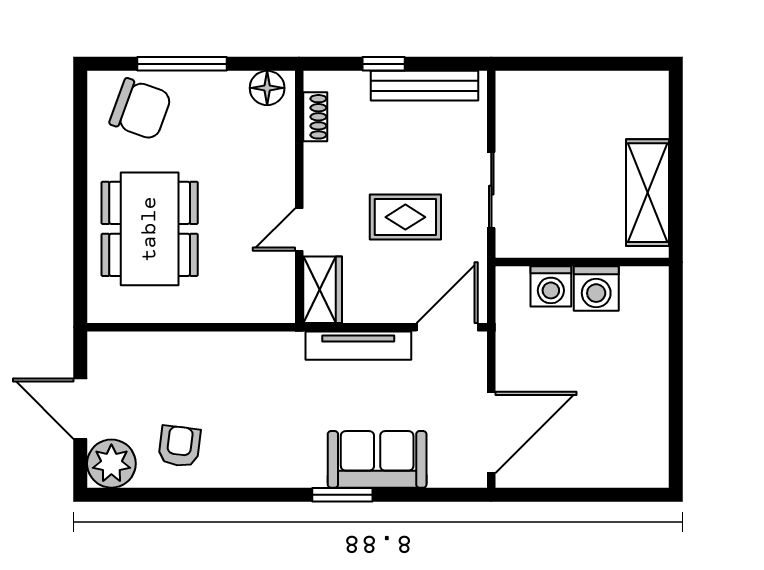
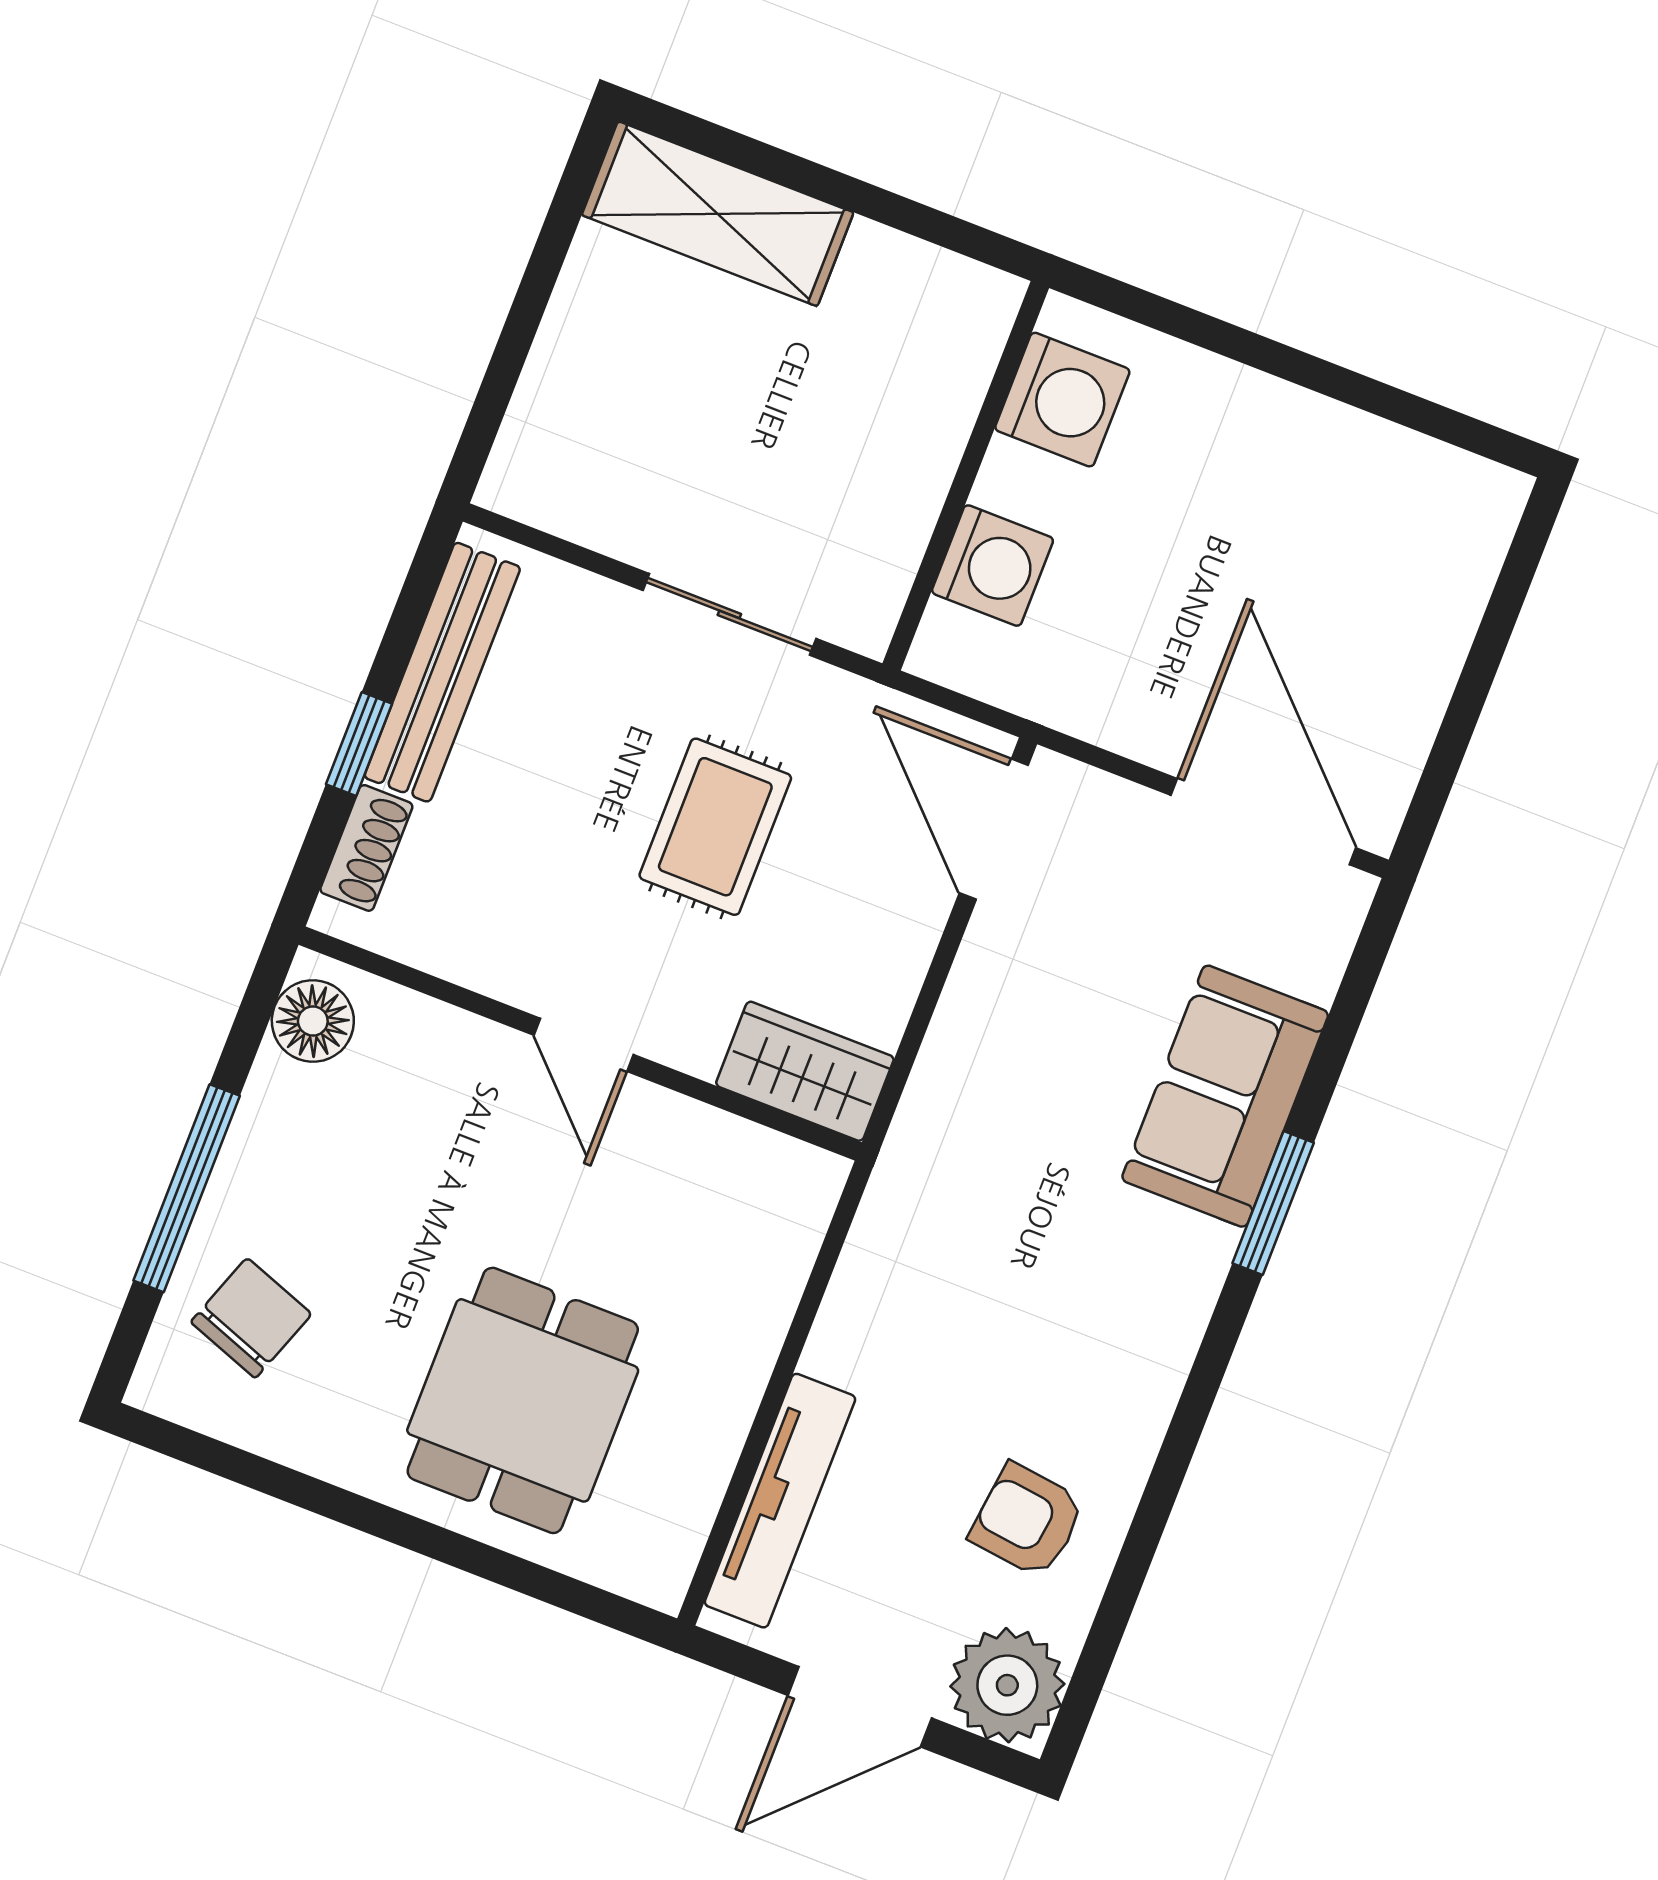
chair: (141, 109) -> (251, 1318), width x0.73, depth x0.73
shoe rack: (315, 117) -> (366, 848), moved, turned 90
shelving: (648, 193) -> (718, 214), moved
dining table: (150, 229) -> (523, 1400), width x0.73
door: (299, 230) -> (584, 1045), moved
washing machine: (596, 289) -> (1062, 400), moved
tv unit: (358, 346) -> (780, 1501), moved

